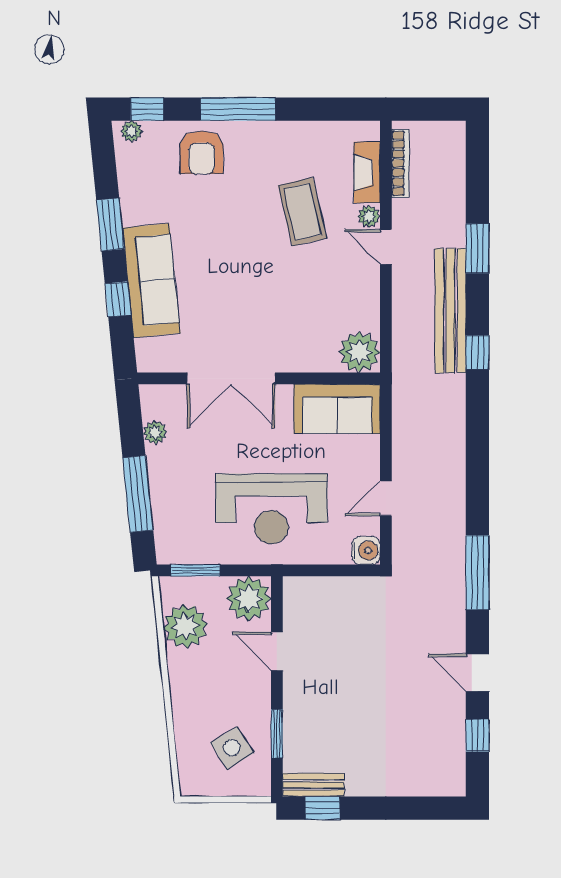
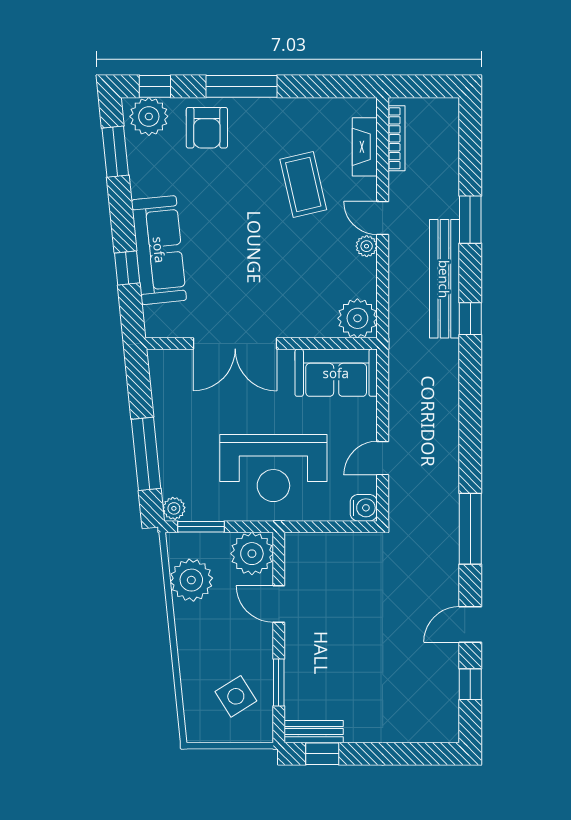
plant: (131, 131) -> (149, 116), width x1.88, depth x1.88
plant: (369, 216) -> (367, 246), moved
window: (110, 225) -> (115, 152), moved
plant: (155, 432) -> (174, 508), moved
door: (477, 673) -> (470, 624), hinge flipped

